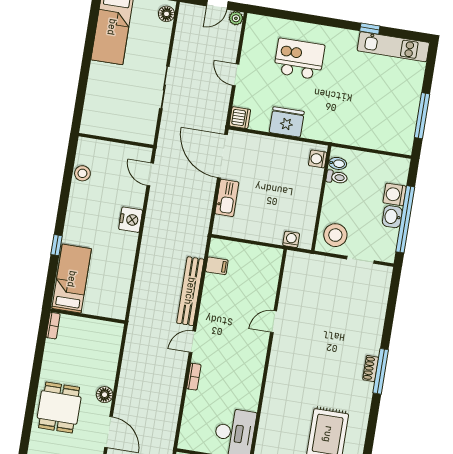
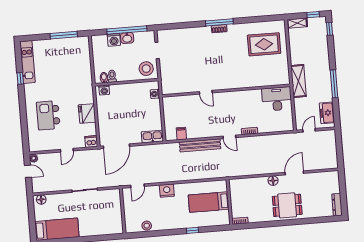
kitchen sink: (227, 198) -> (152, 136), moved
bed: (72, 279) -> (209, 202), moved

